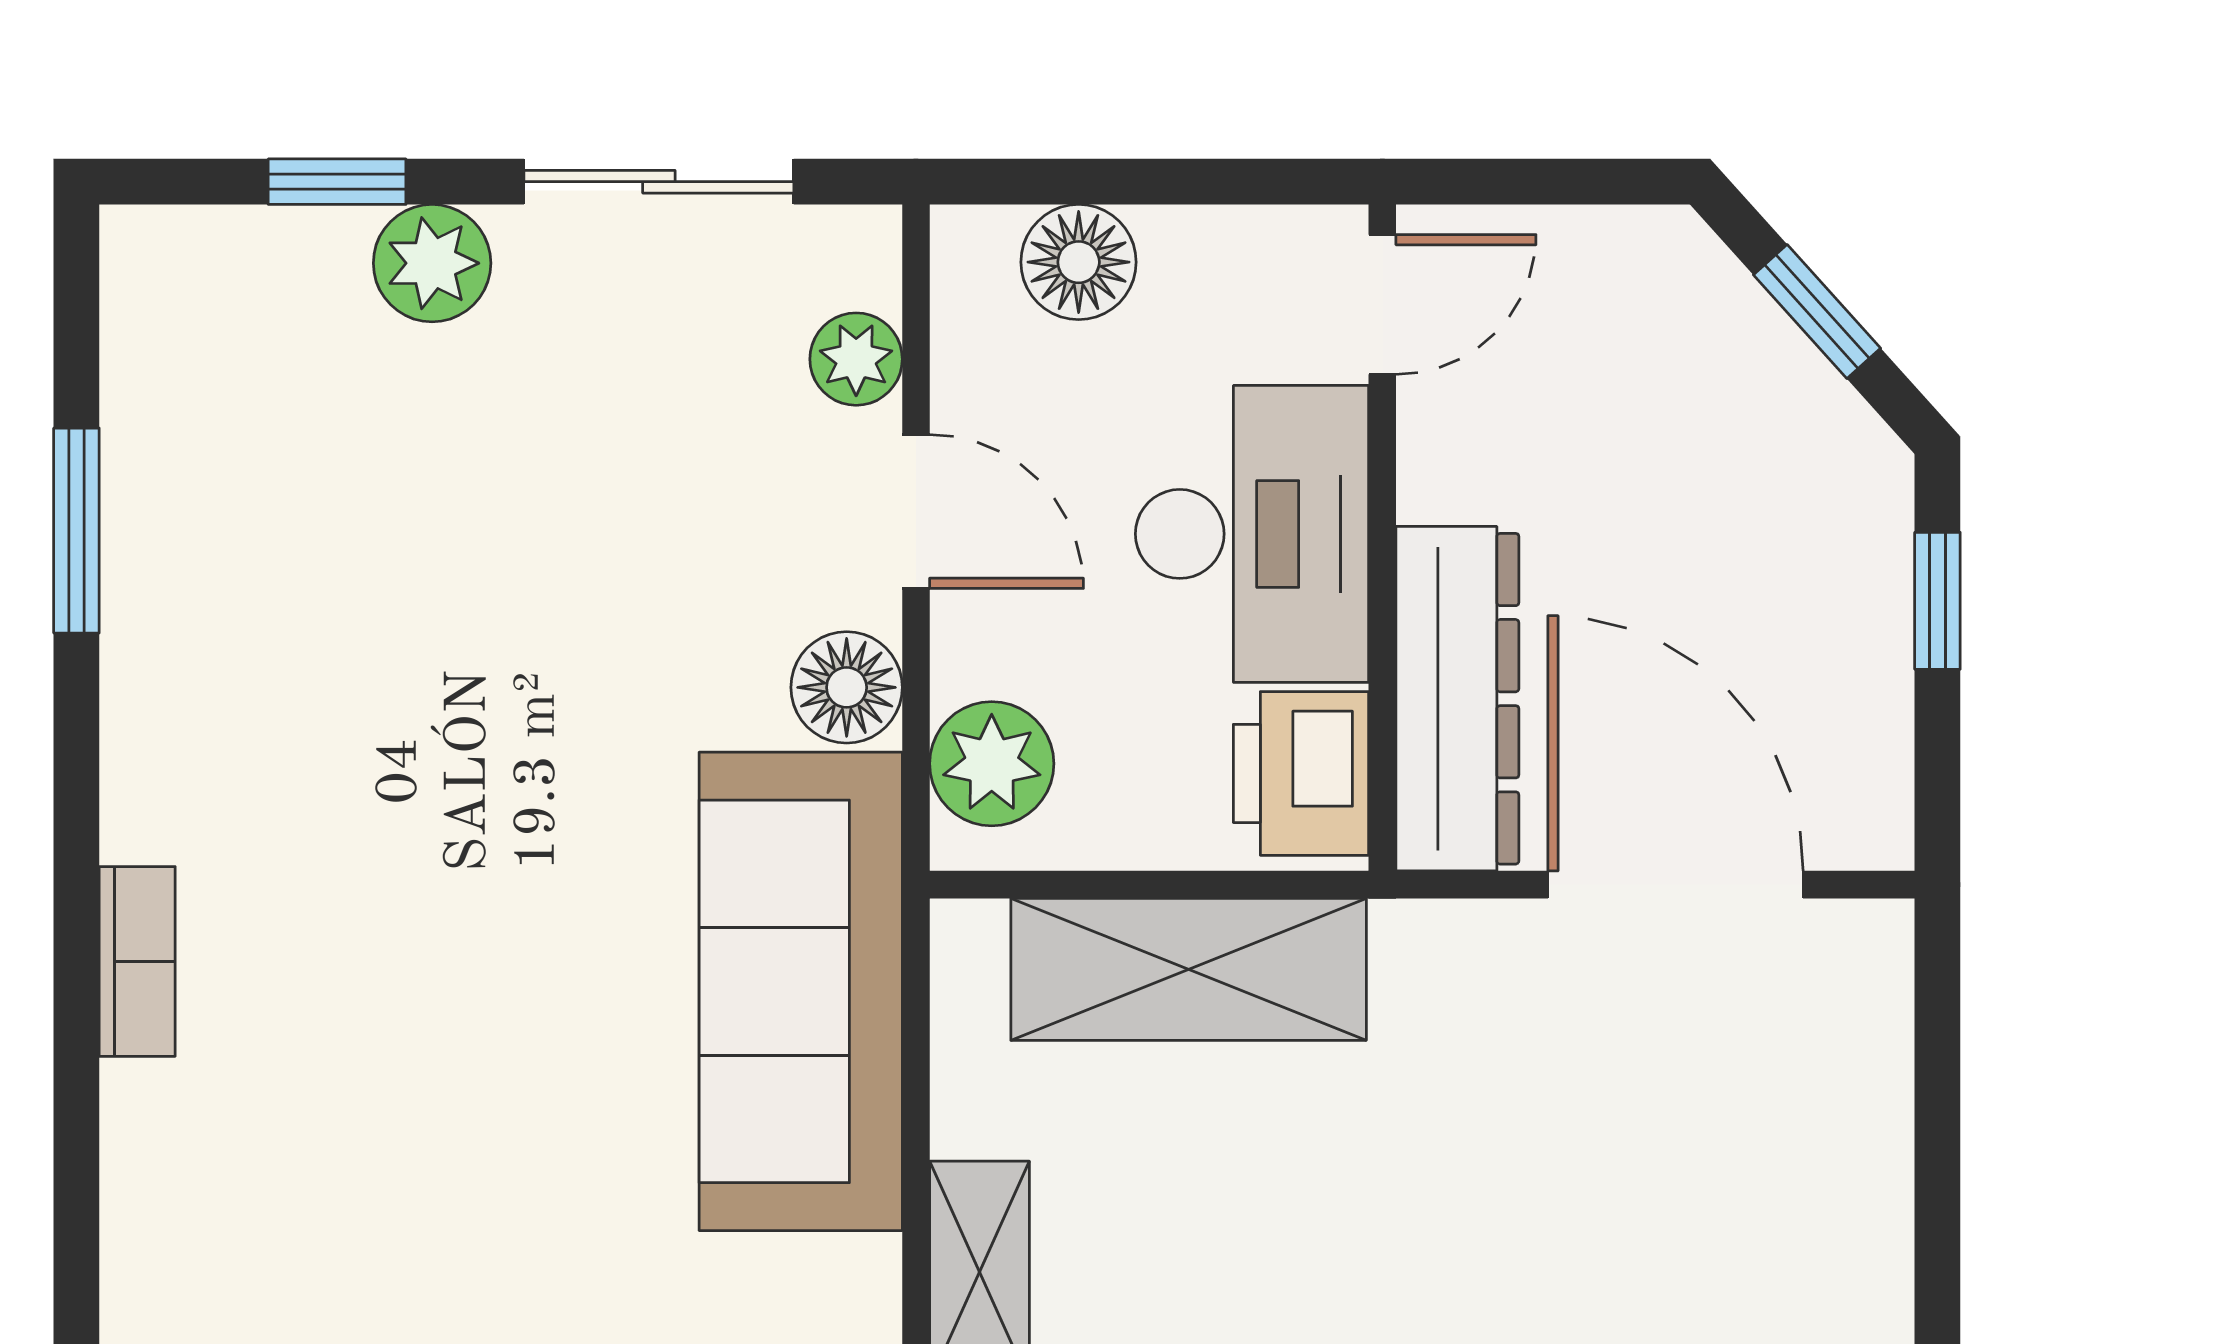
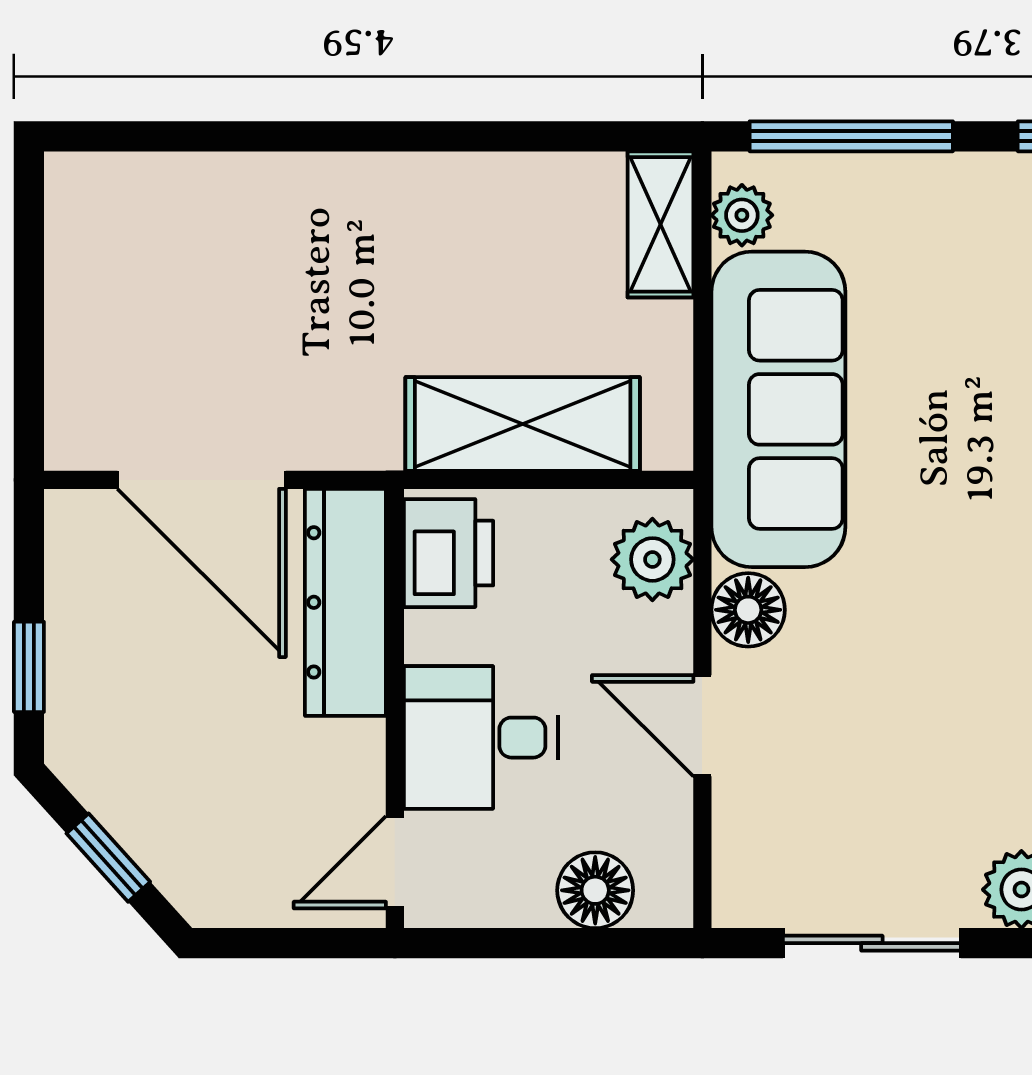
plant: (856, 359) -> (742, 215), moved
desk: (1252, 534) -> (481, 738), width x0.73

